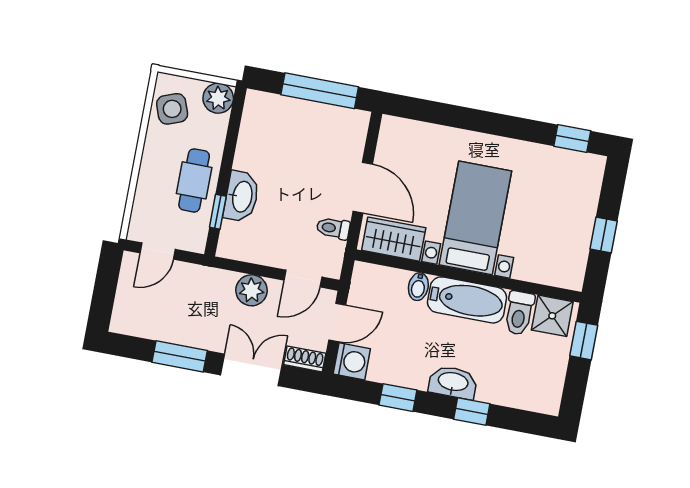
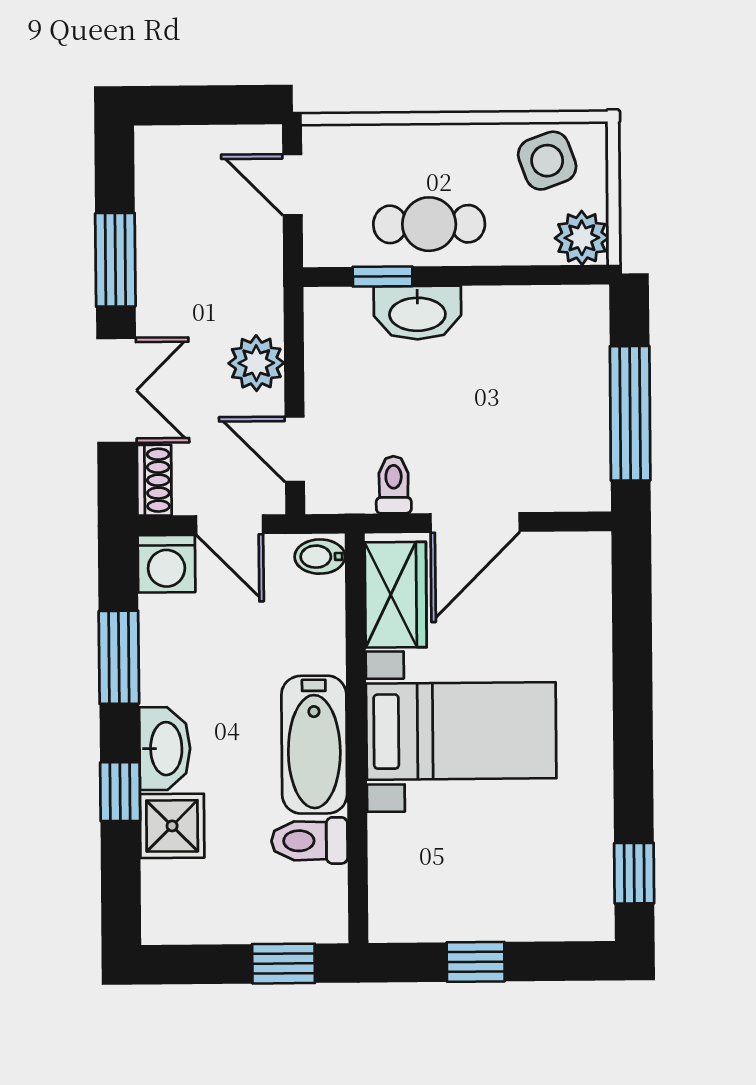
bidet: (418, 287) -> (320, 557), moved
shower: (552, 316) -> (172, 826), moved
window: (398, 398) -> (119, 657), width x1.50

